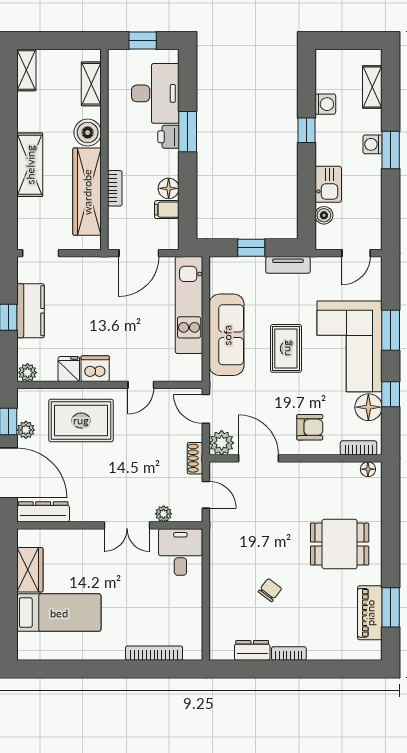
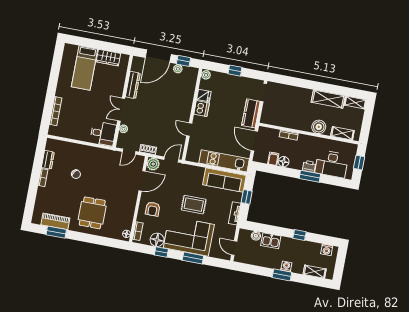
washing machine: (325, 104) -> (327, 250), moved
shelving: (30, 165) -> (328, 99), moved
wardrobe: (87, 192) -> (290, 121), removed
kitchen counter: (31, 311) -> (251, 113), moved, turned 90
sofa: (227, 335) -> (224, 180), moved
rug: (81, 420) -> (177, 97), removed
dresser: (43, 512) -> (133, 85), moved

